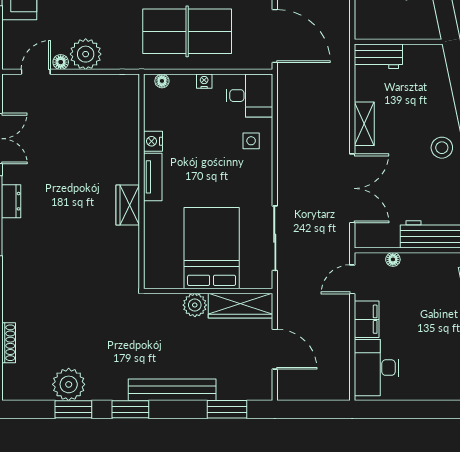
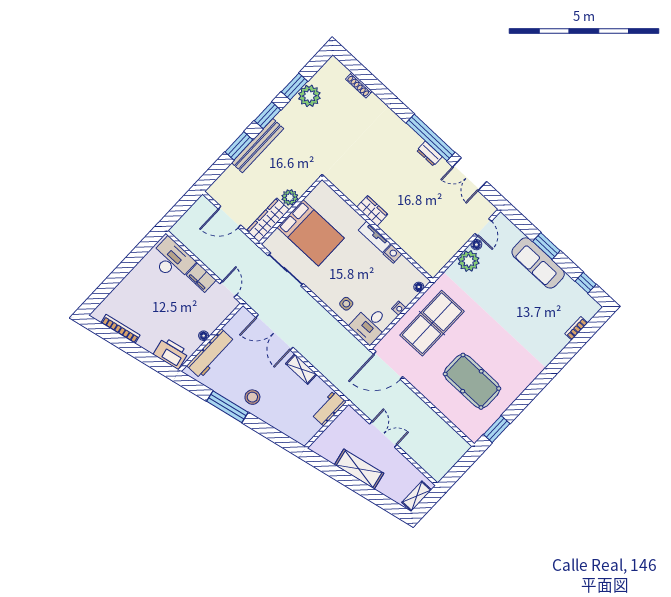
floor lamp: (393, 259) -> (204, 336), moved
window: (227, 409) -> (239, 146), moved

